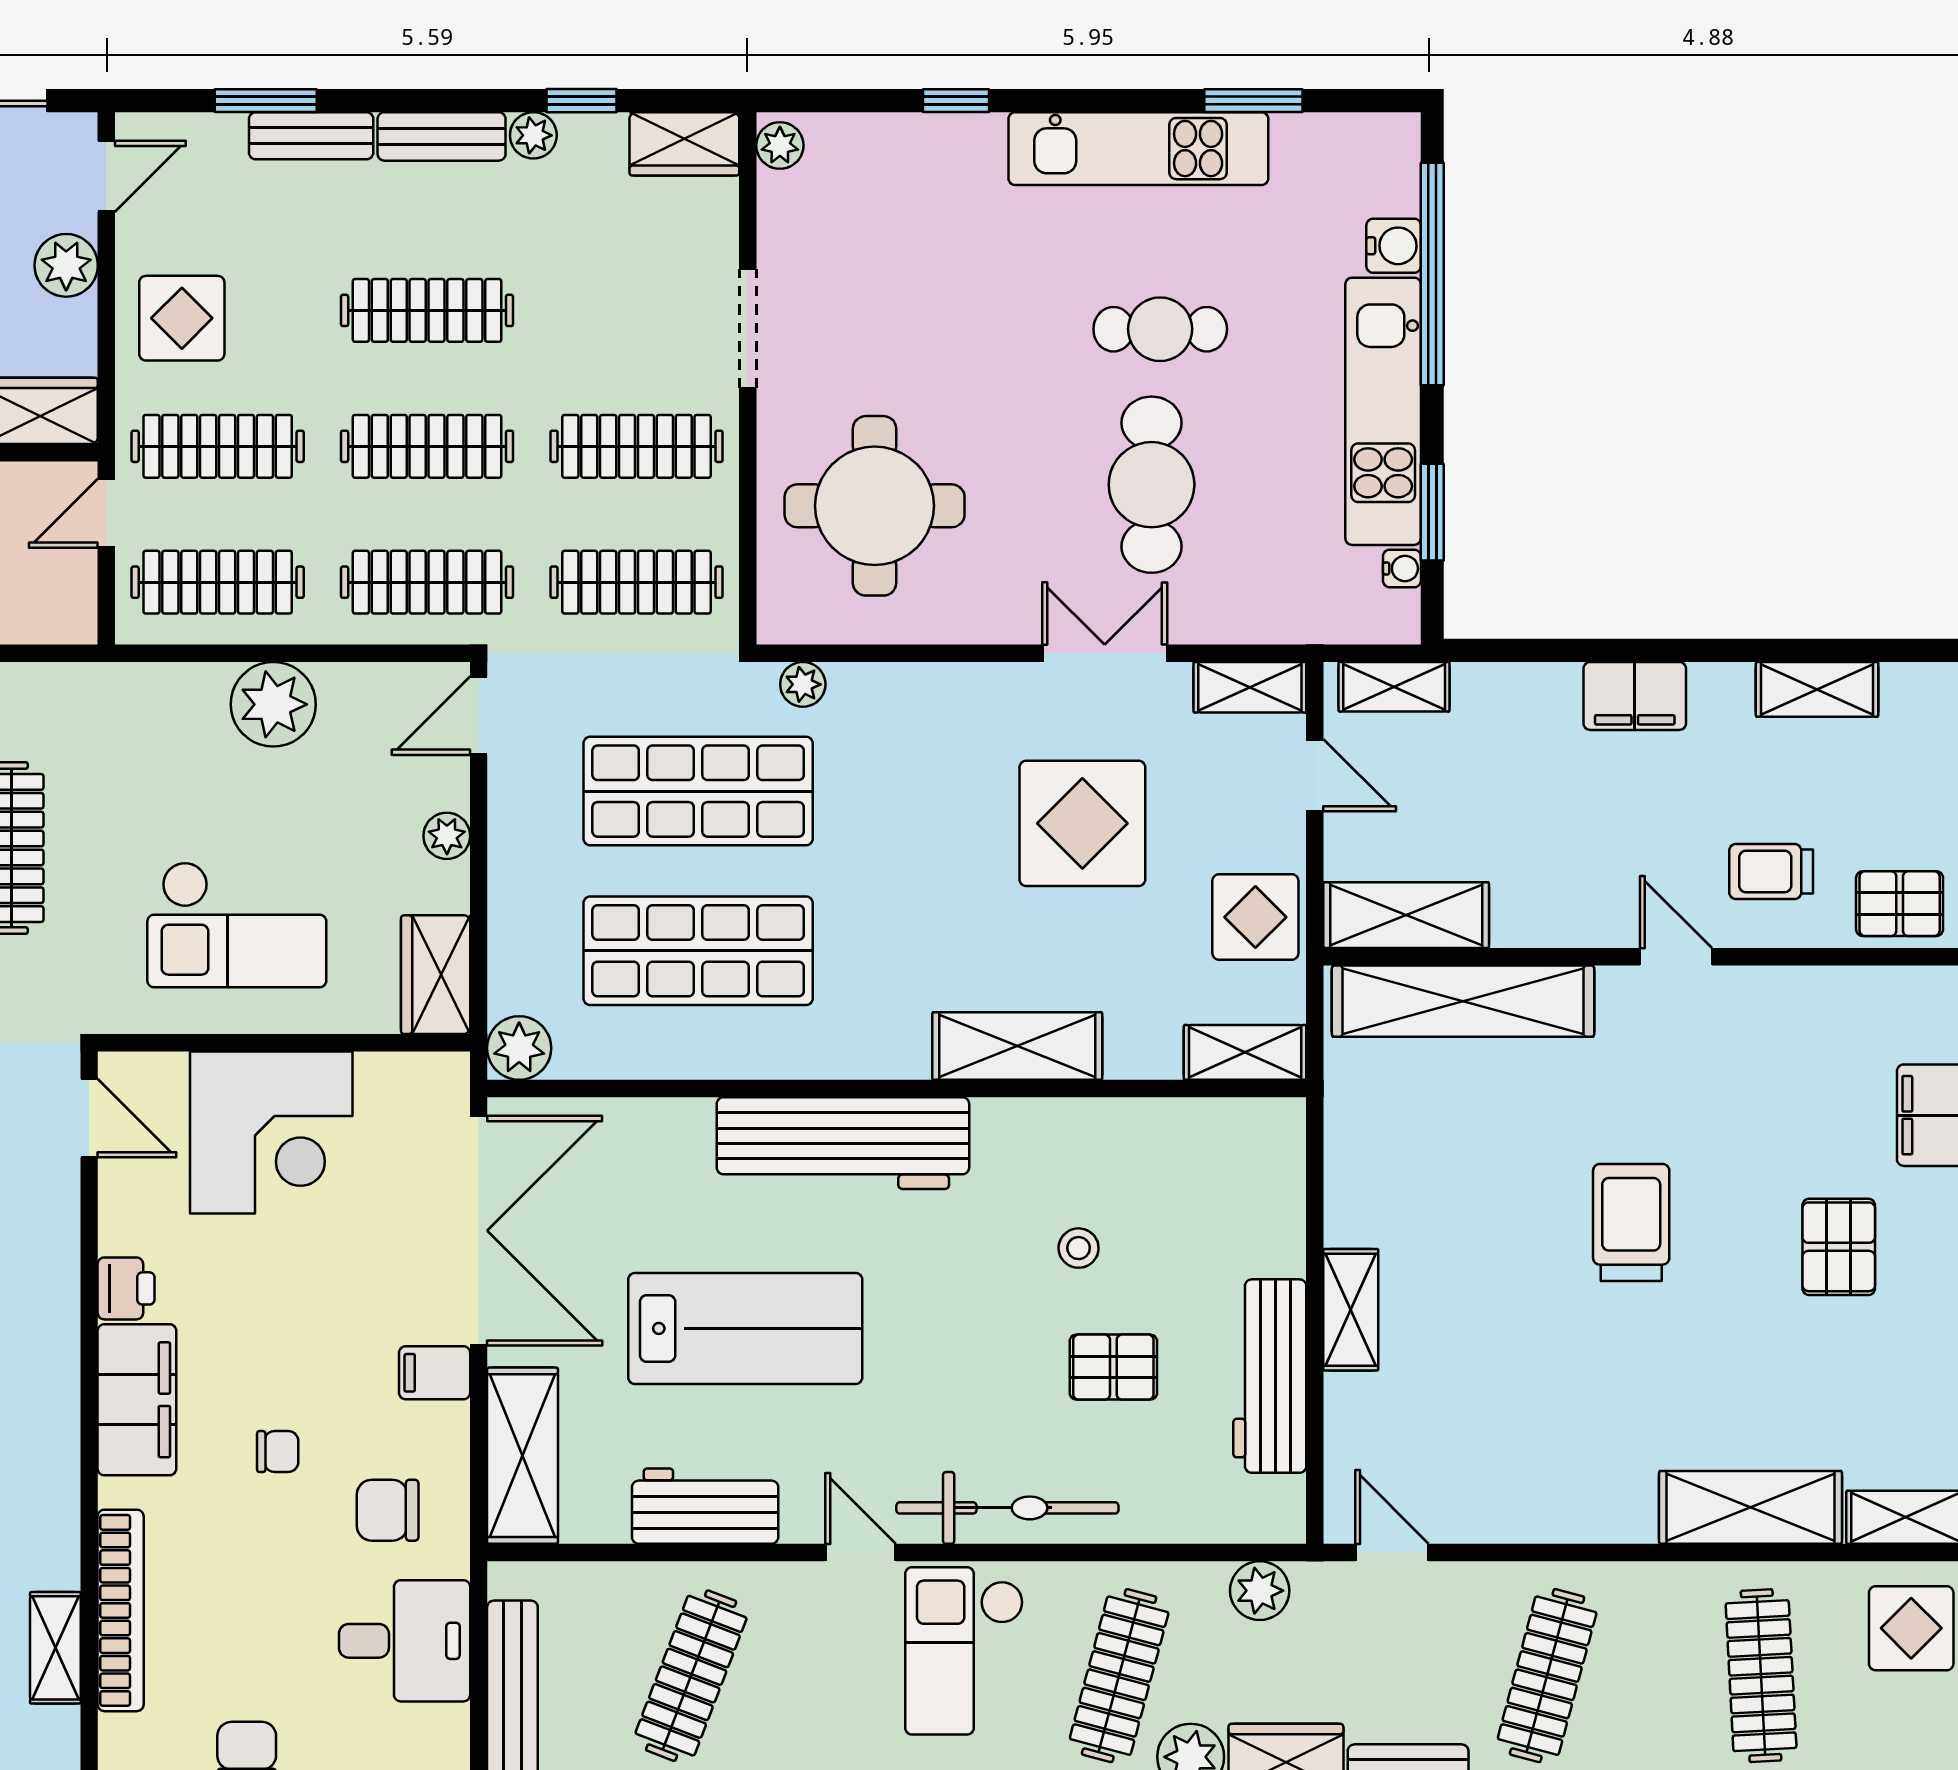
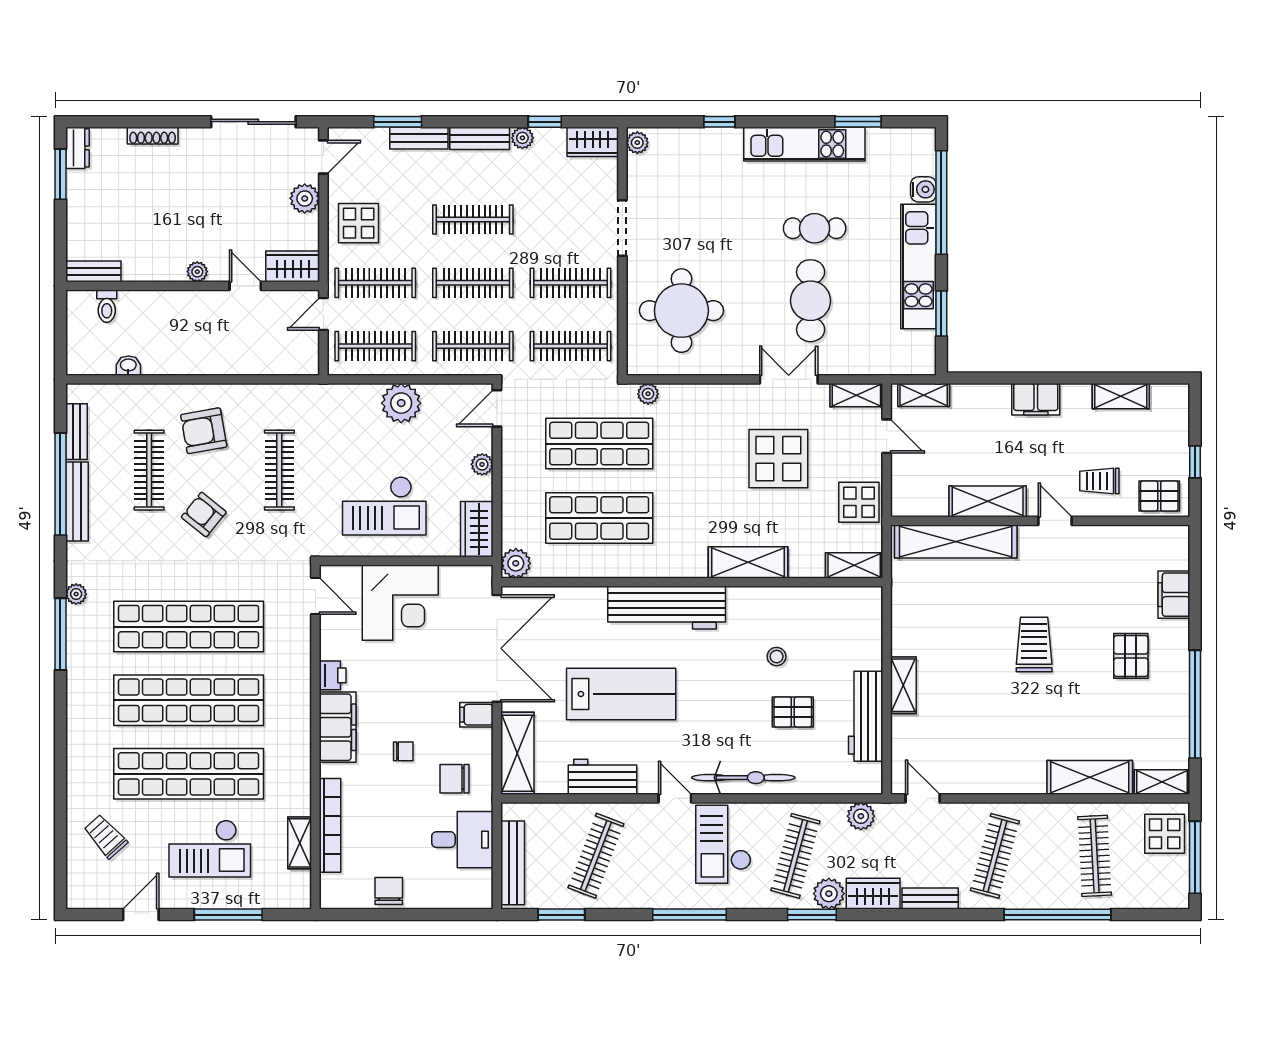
water cooler: (1402, 568) -> (927, 340), removed
shelving: (1406, 915) -> (988, 501), moved

